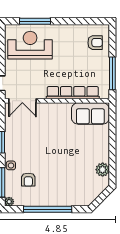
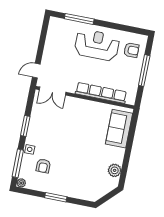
reception desk: (30, 45) -> (97, 45), moved
window: (112, 73) -> (144, 71), moved
sofa: (90, 113) -> (119, 129), moved, turned 90
window: (48, 209) -> (56, 197), width x0.47

